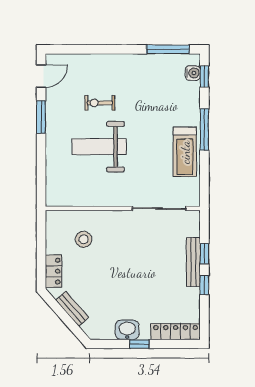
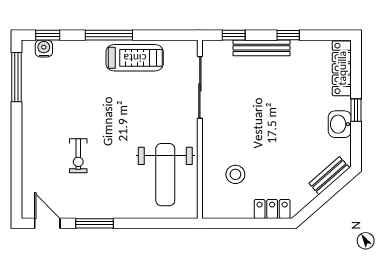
weight bench: (99, 147) -> (165, 175), moved
window: (204, 254) -> (234, 35), moved
bench: (72, 309) -> (329, 176), moved

